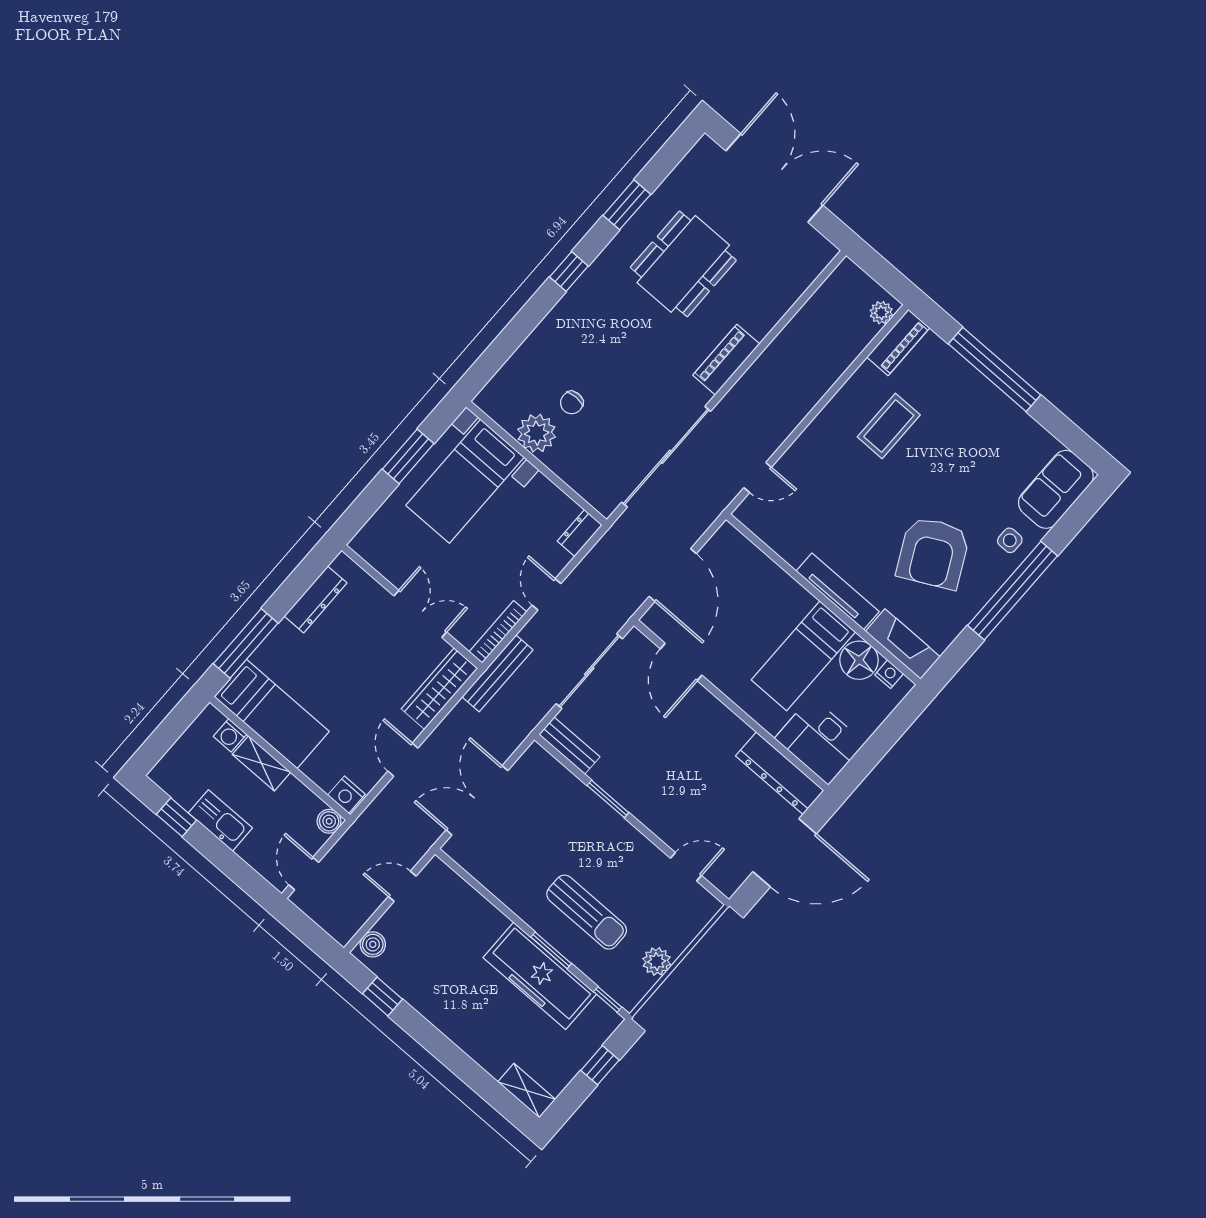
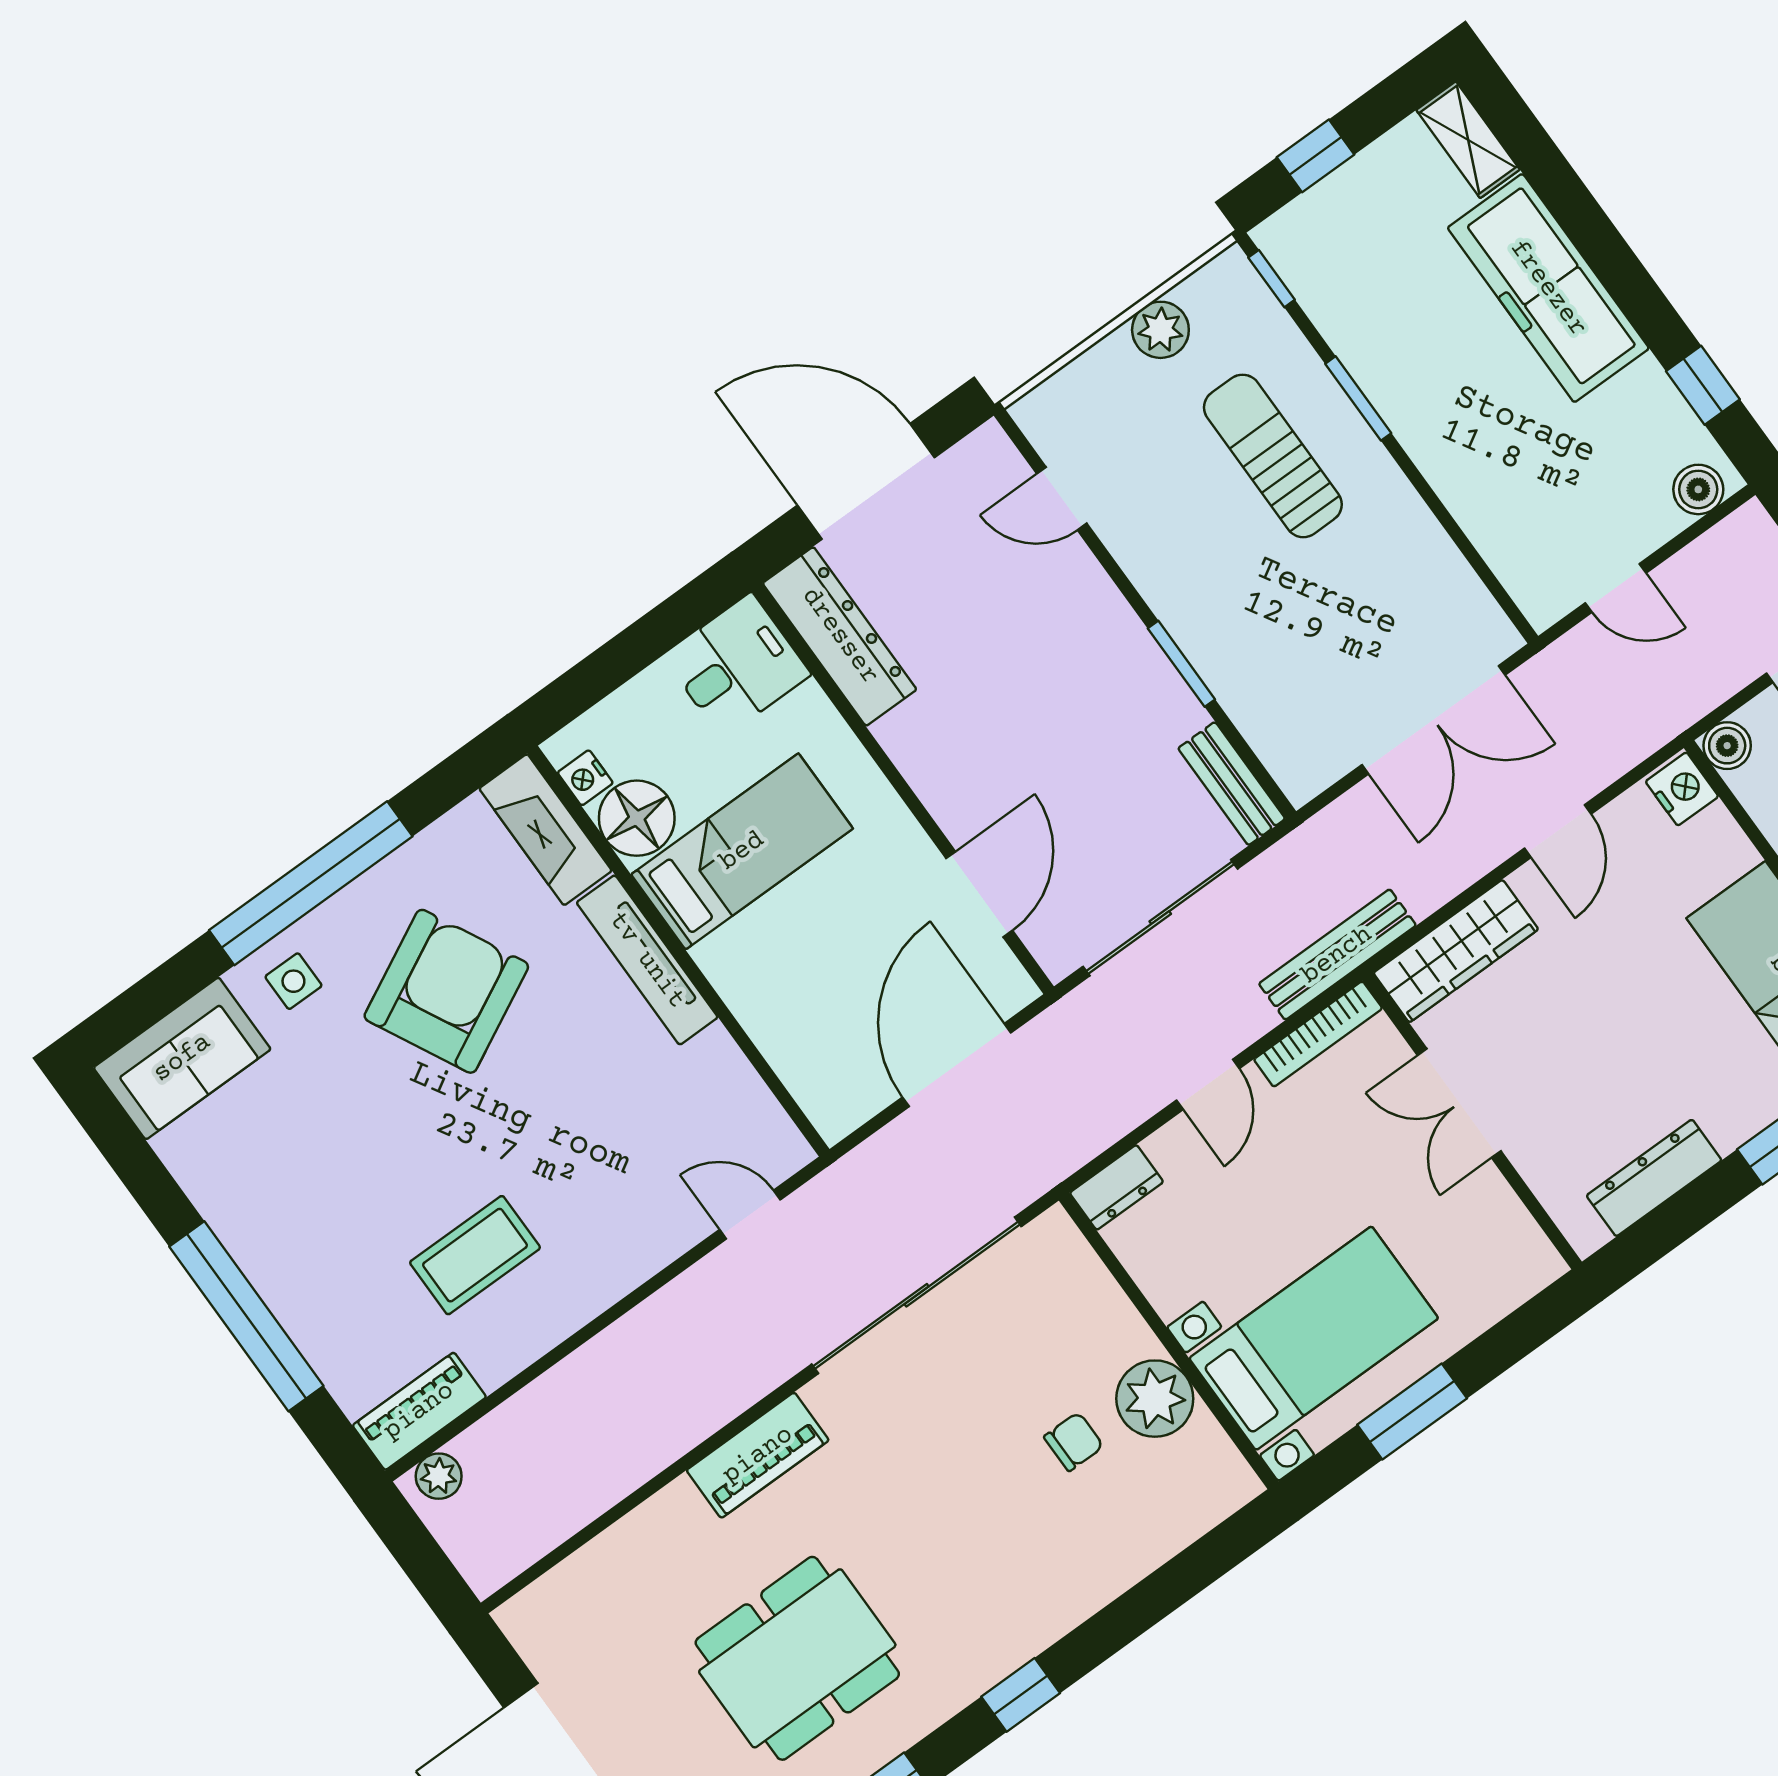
desk: (820, 741) -> (737, 665), width x0.73
freezer: (540, 976) -> (1548, 288), moved, turned 180

